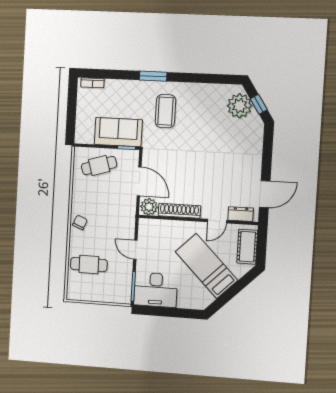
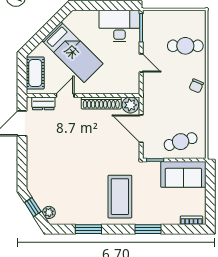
window: (153, 76) -> (148, 229), moved
window: (201, 78) -> (88, 229), added
plant: (240, 106) -> (49, 212), width x0.53, depth x0.53
coffee table: (165, 111) -> (120, 197), width x1.36, depth x1.32
sofa: (118, 132) -> (183, 174), moved

